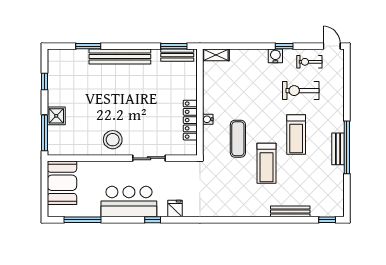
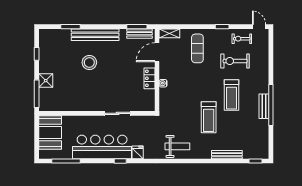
water cooler: (275, 56) -> (215, 34), removed
door: (200, 79) -> (157, 52), added
locker: (190, 120) -> (150, 78), width x0.66
exercise mat: (238, 139) -> (197, 48), moved
stool: (113, 140) -> (89, 62), moved
weight bench: (226, 201) -> (177, 146), added
bar counter: (129, 202) -> (102, 147), width x1.36

